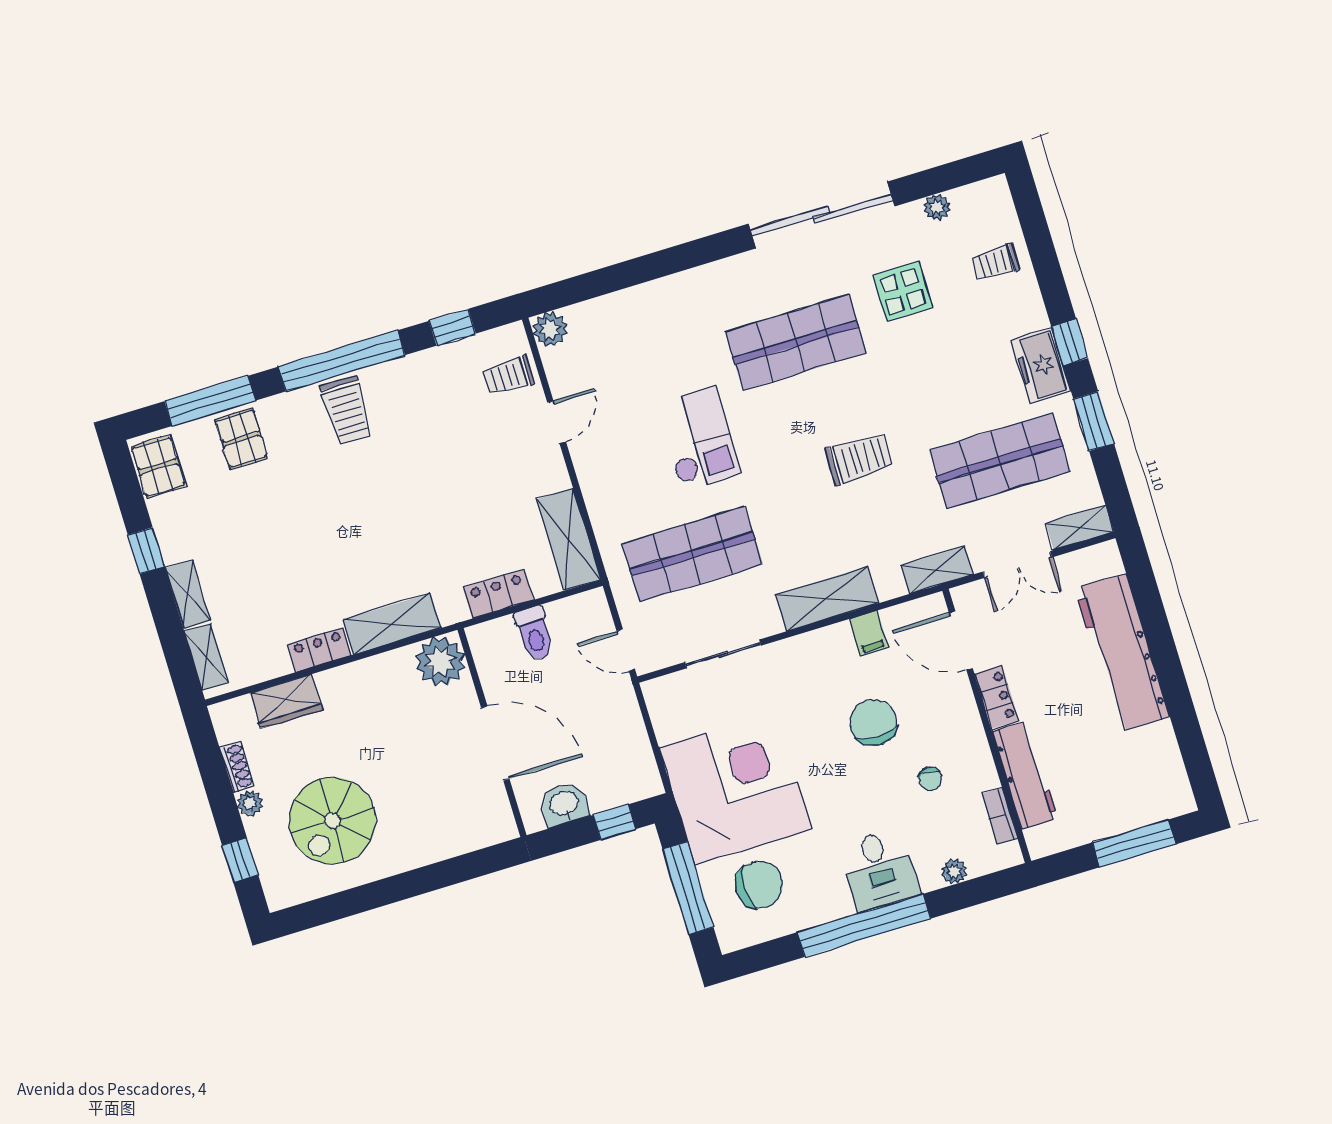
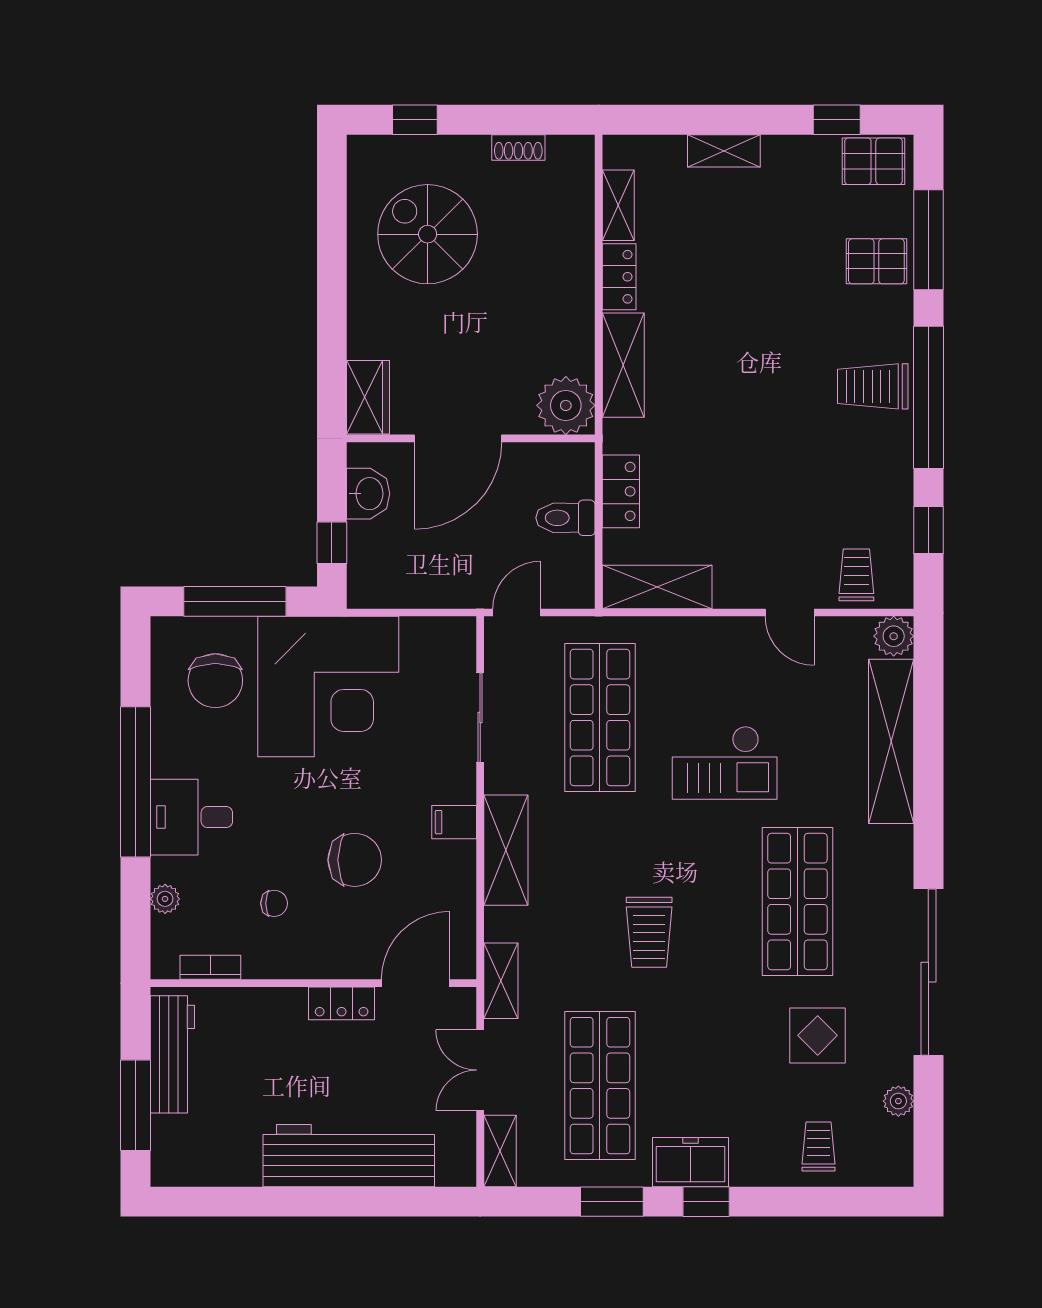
shelving: (638, 305) -> (891, 741), added
window: (146, 551) -> (837, 120), moved
filing cabinet: (869, 633) -> (454, 822), moved
shelving: (206, 657) -> (618, 205), moved, turned 90
wardrobe: (286, 701) -> (368, 397), moved, turned 180
workbench: (1025, 775) -> (172, 1054), moved, turned -90
chair: (930, 779) -> (274, 903), turned 180
plant: (250, 803) -> (474, 149), removed

